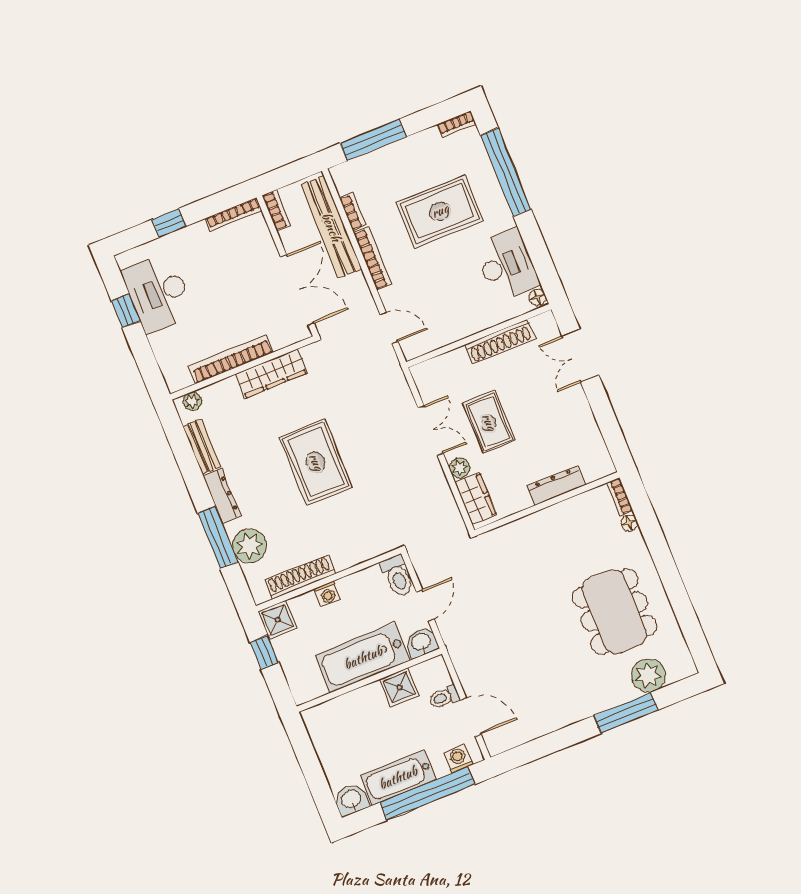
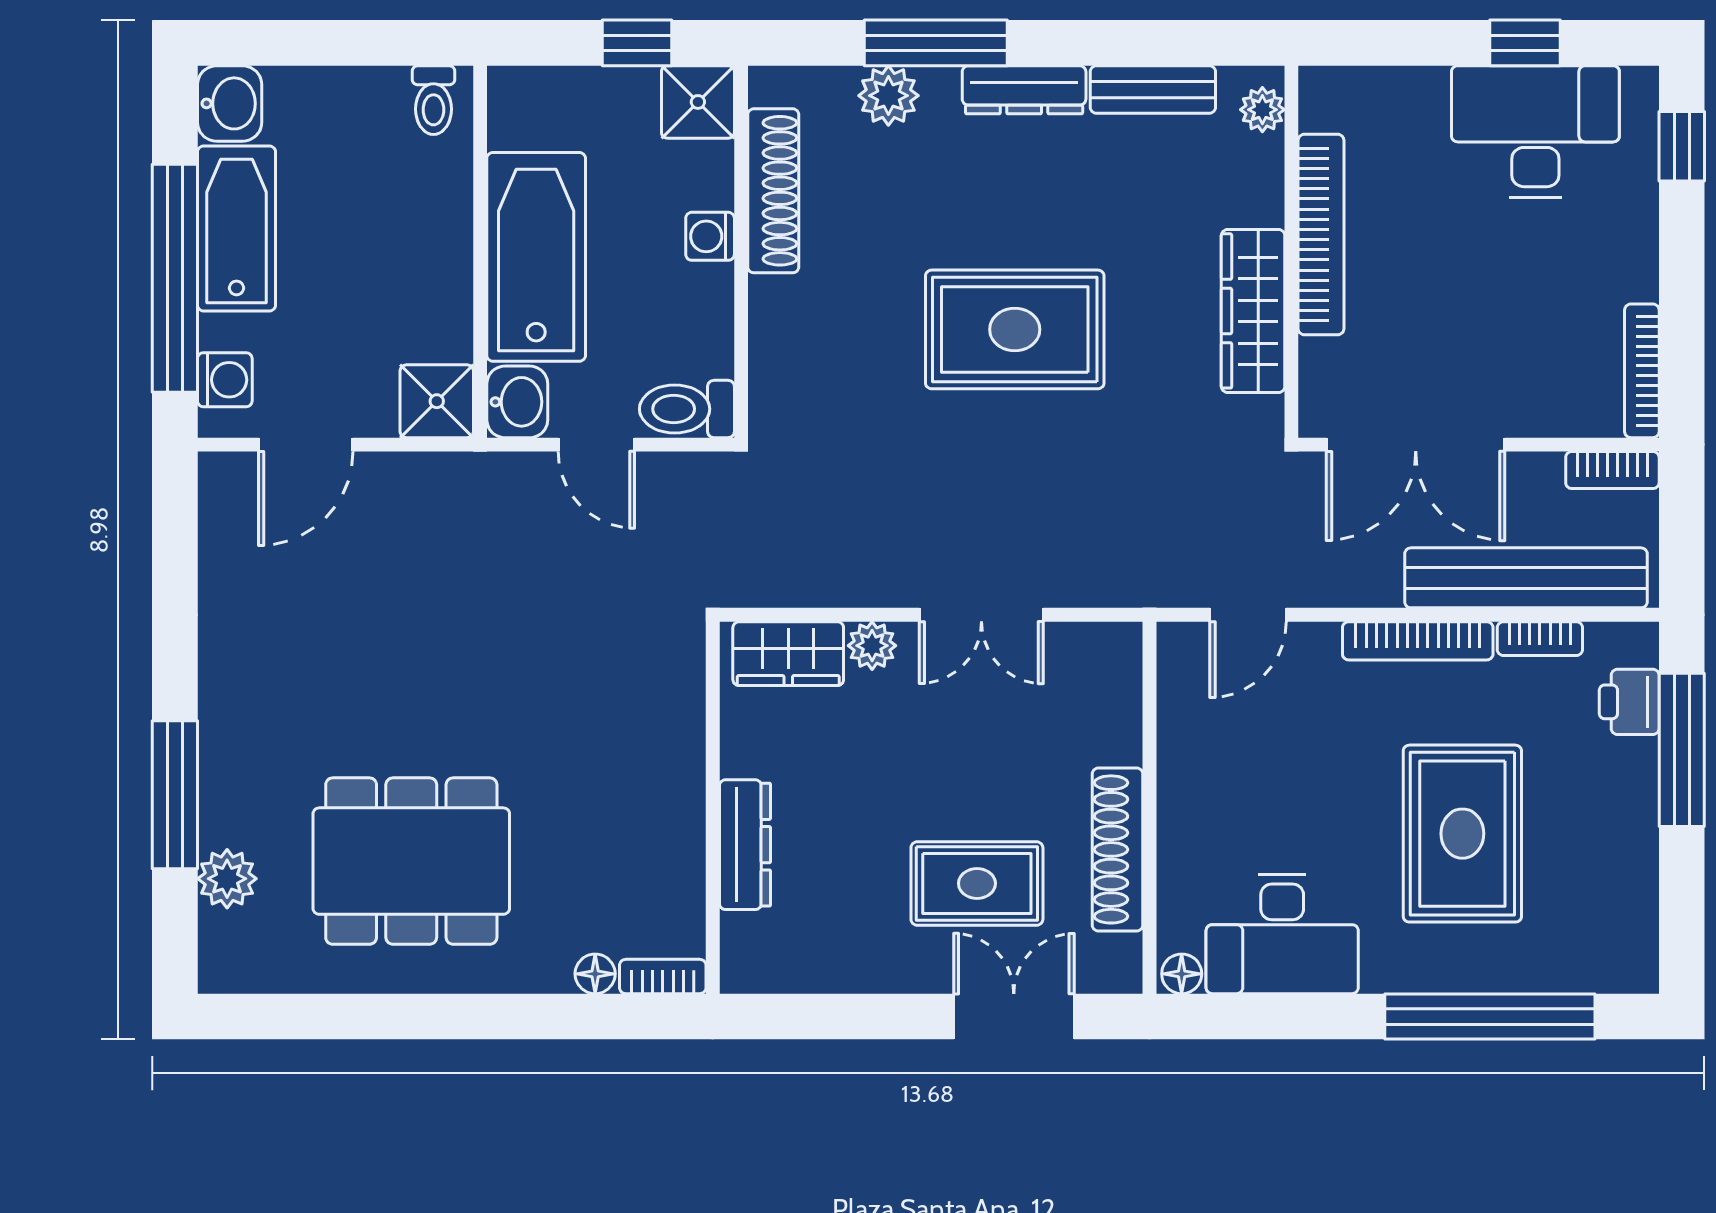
bookcase: (456, 124) -> (1641, 950), removed
printer: (363, 168) -> (1629, 702), added
window: (169, 223) -> (1682, 146), moved
rug: (489, 422) -> (977, 883), moved
plant: (250, 546) -> (888, 96), width x0.73, depth x0.73
plant: (648, 675) -> (227, 879), width x0.73, depth x0.73
shower: (399, 687) -> (437, 401), moved
toilet: (444, 697) -> (433, 100), moved, turned 180

